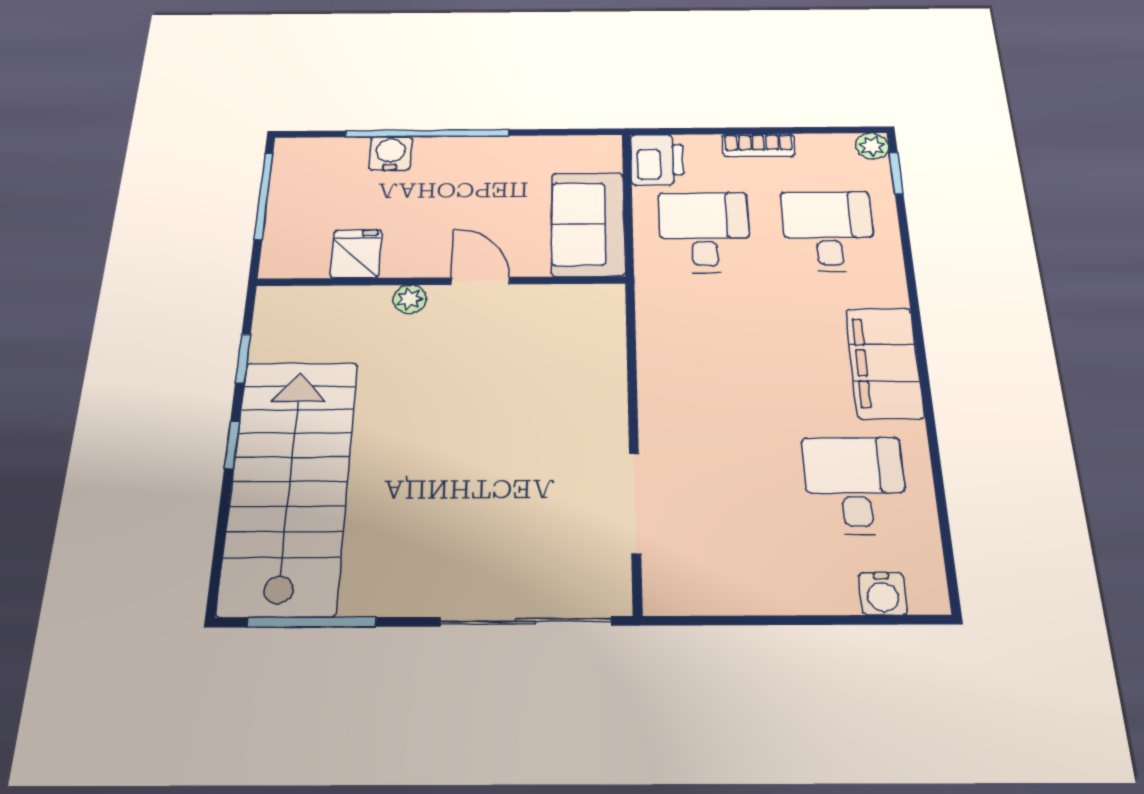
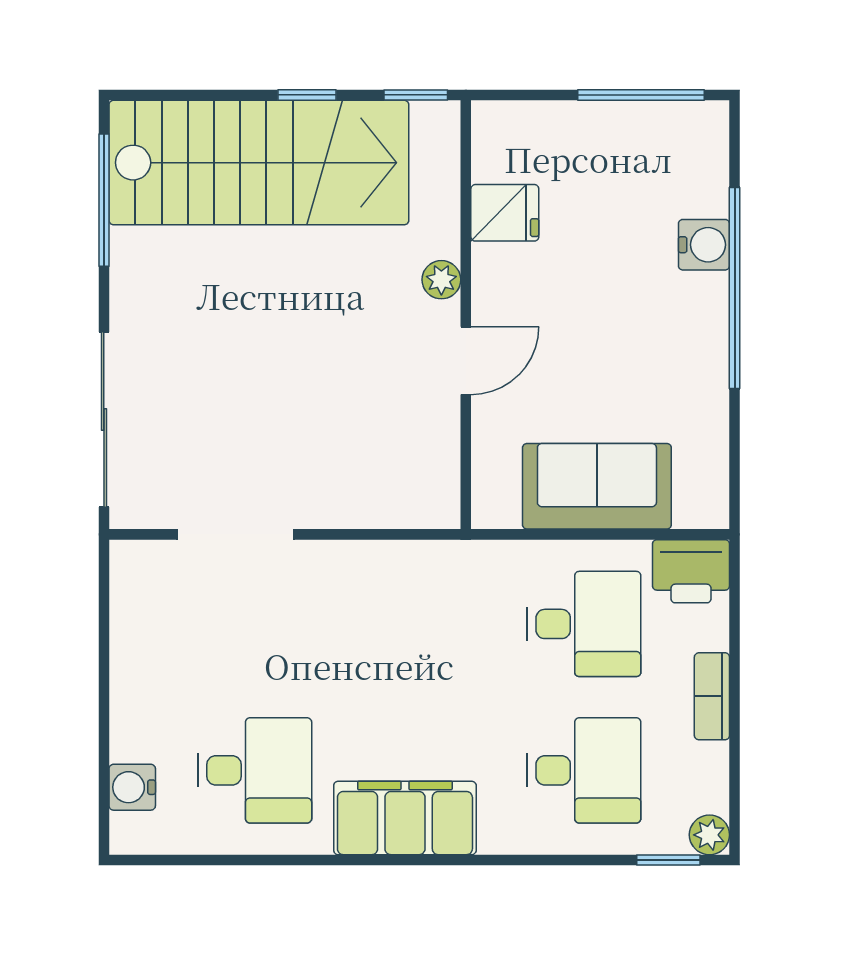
fridge: (356, 254) -> (505, 213), moved
wall: (441, 281) -> (466, 315), moved
door: (480, 281) -> (466, 361), moved
plant: (410, 299) -> (441, 280), moved

